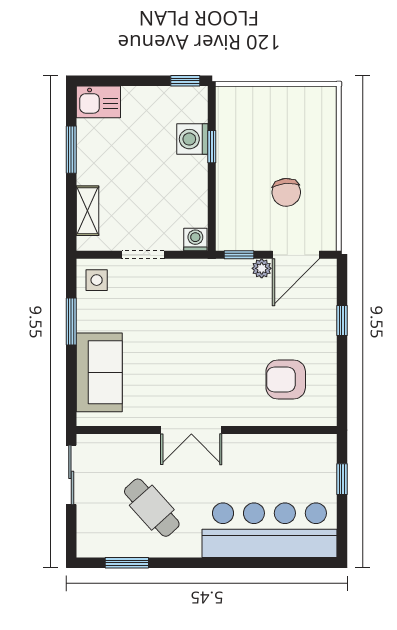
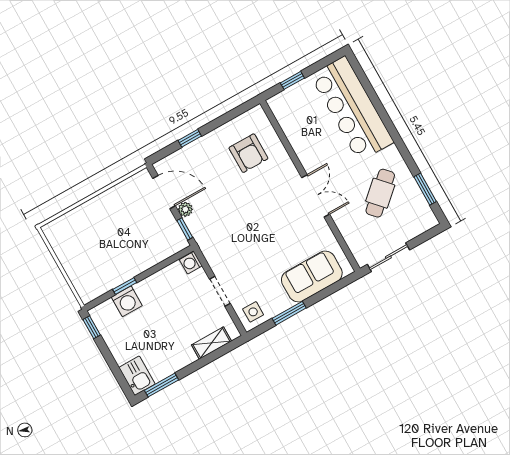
window: (71, 150) -> (162, 385), moved
chair: (286, 192) -> (127, 221), removed

